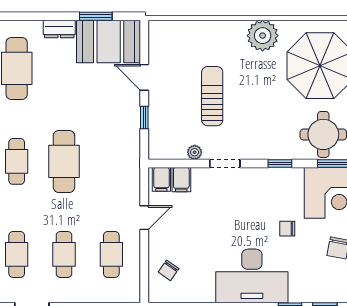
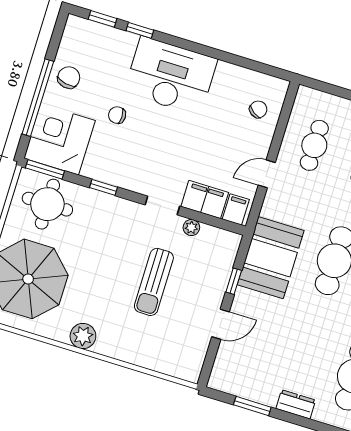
plant: (263, 36) -> (83, 336), width x0.73, depth x0.73
booth: (109, 41) -> (271, 258), moved, turned 90
door: (144, 77) -> (220, 324), hinge flipped
filing cabinet: (181, 180) -> (205, 200), width x2.00
chair: (287, 229) -> (117, 115), turned 180

